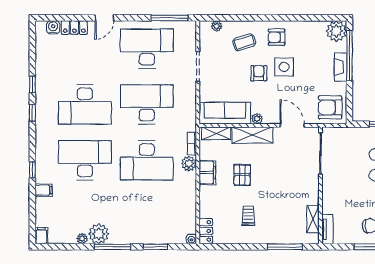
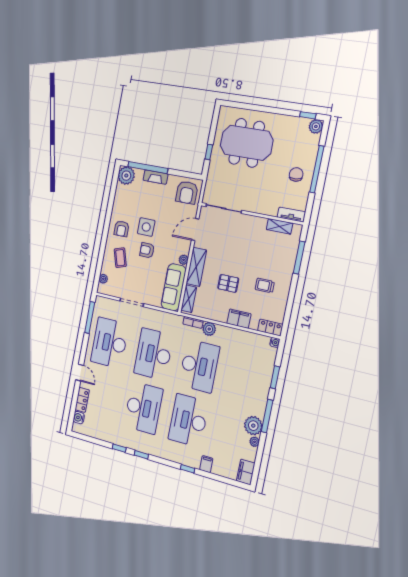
filing cabinet: (207, 173) -> (239, 319), moved
filing cabinet: (41, 236) -> (246, 472), width x2.00

